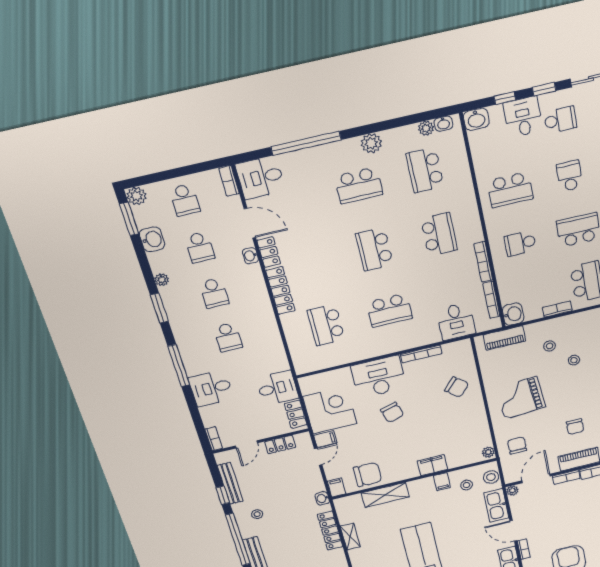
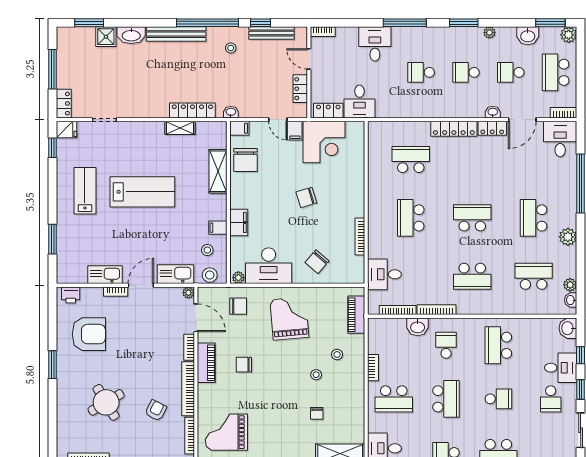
school desk: (185, 200) -> (556, 72), width x1.85
washbasin: (513, 314) -> (418, 327), moved
desk: (379, 377) -> (269, 266), moved, turned 90

